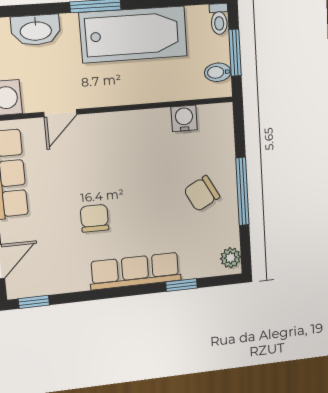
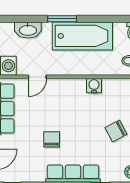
water cooler: (184, 118) -> (94, 86), moved

